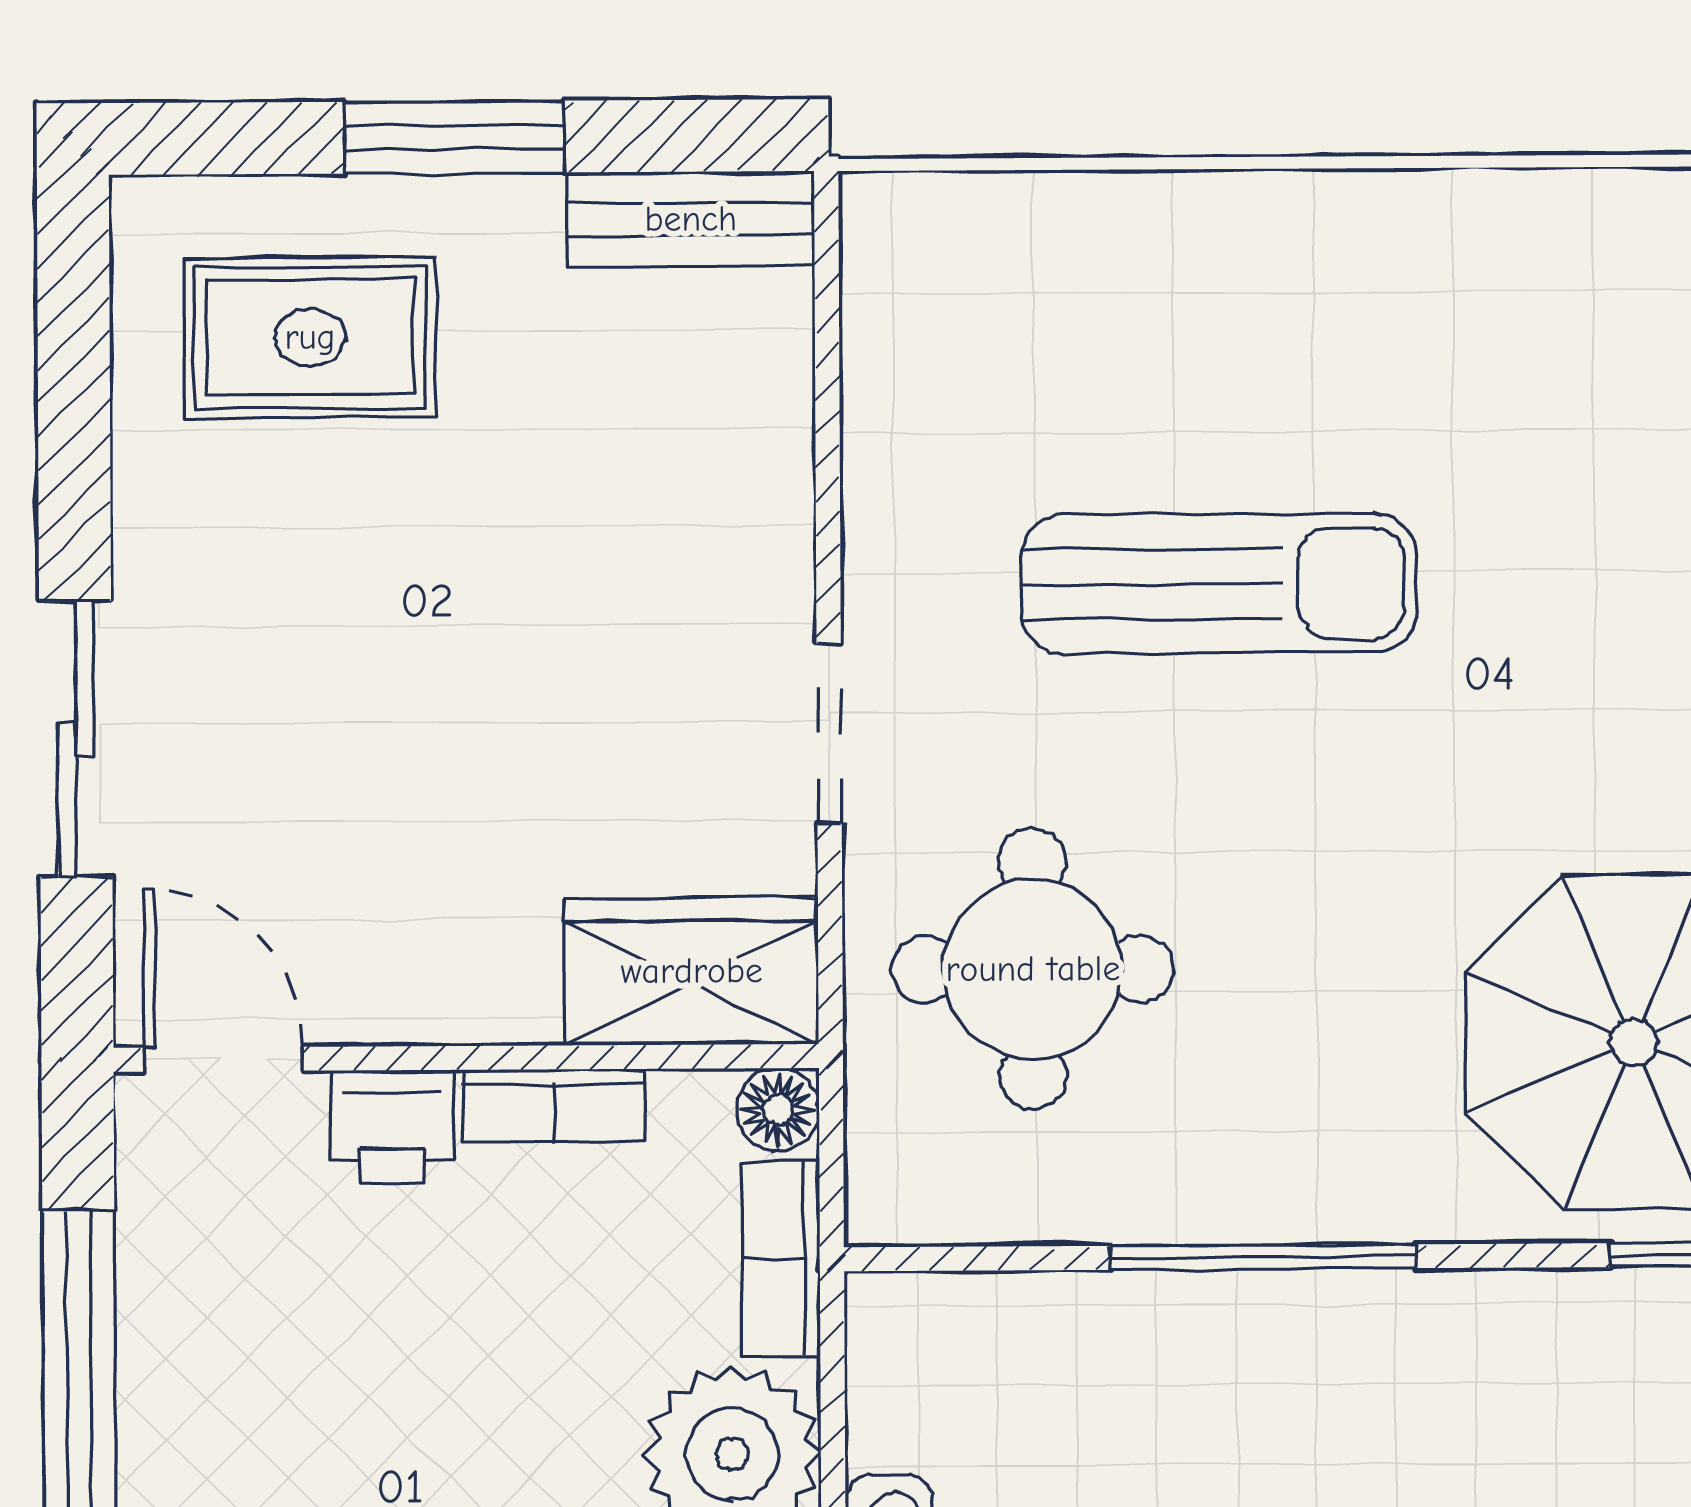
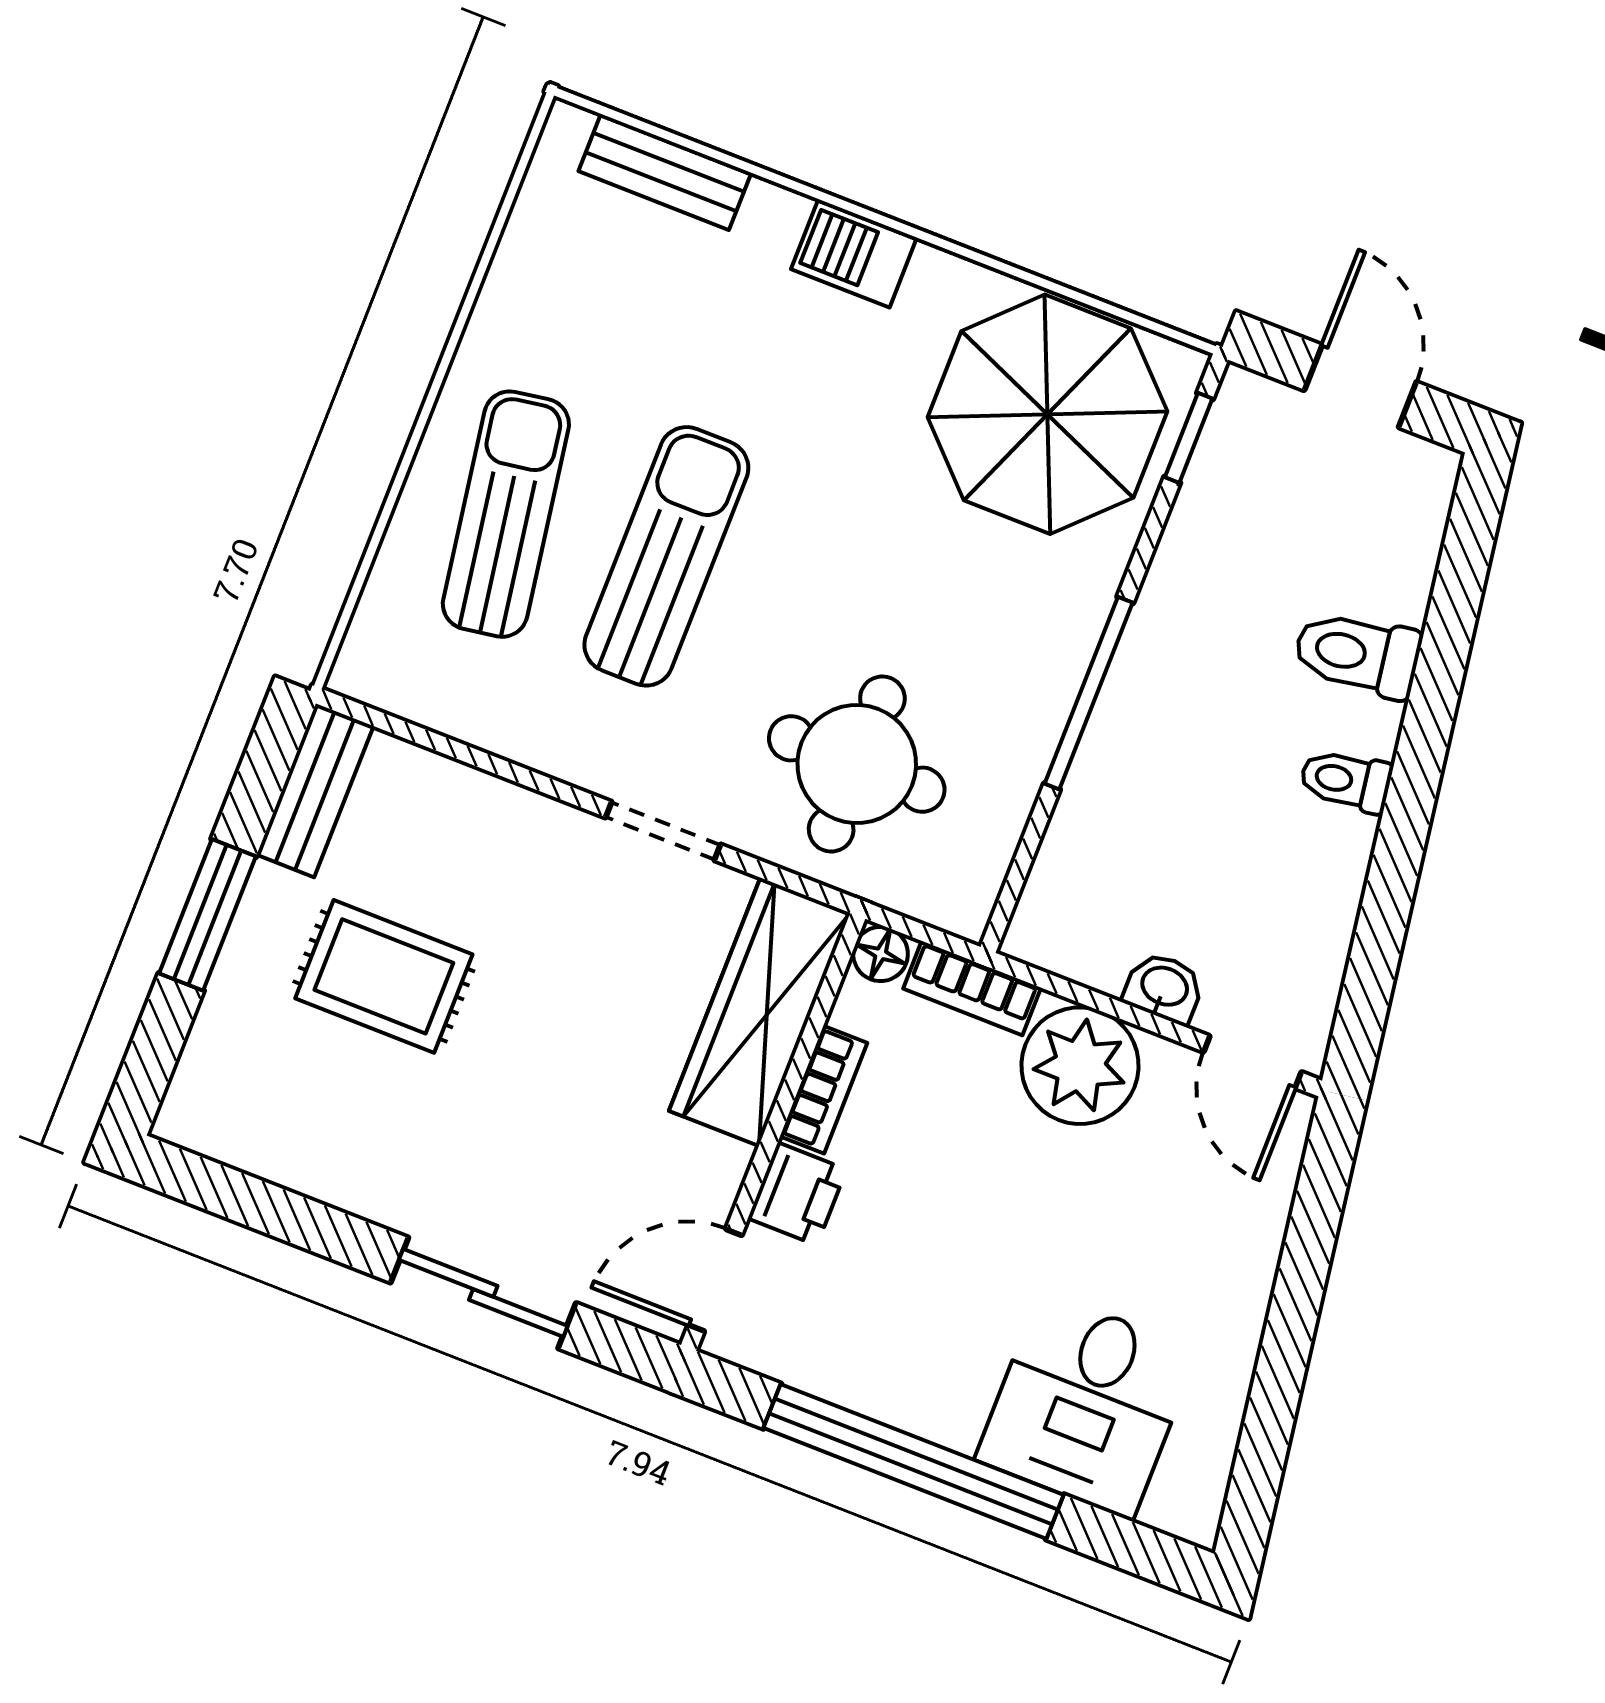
sun lounger: (1189, 333) -> (506, 514), added
rug: (310, 337) -> (384, 976), moved, turned 90
wardrobe: (692, 971) -> (760, 1012), width x1.50

